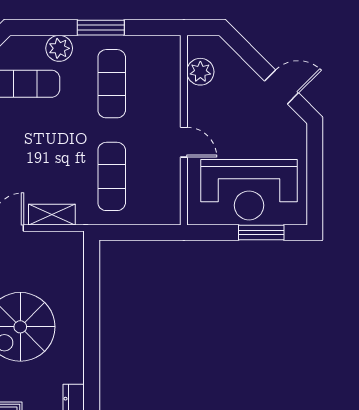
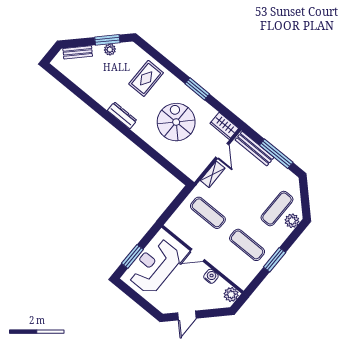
plant: (59, 48) -> (292, 221), moved
plant: (200, 72) -> (231, 295), moved
water cooler: (198, 98) -> (211, 276), added

